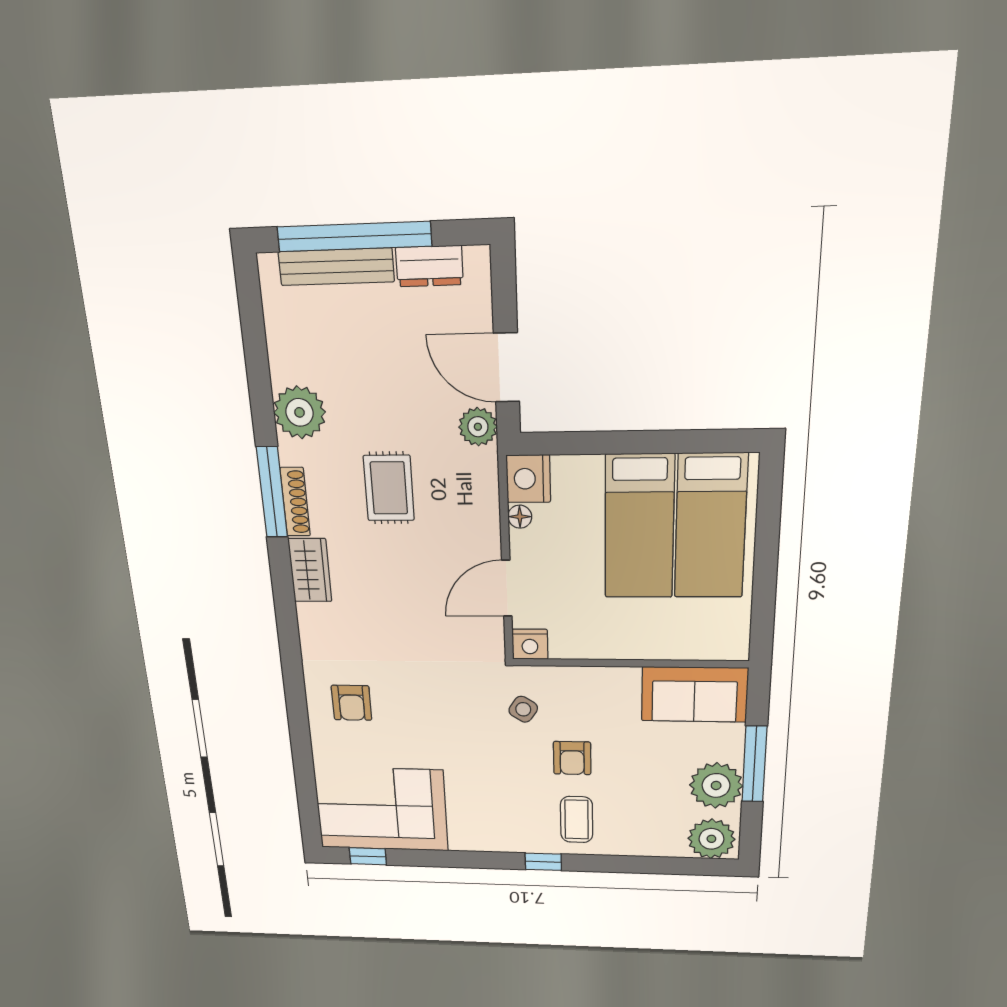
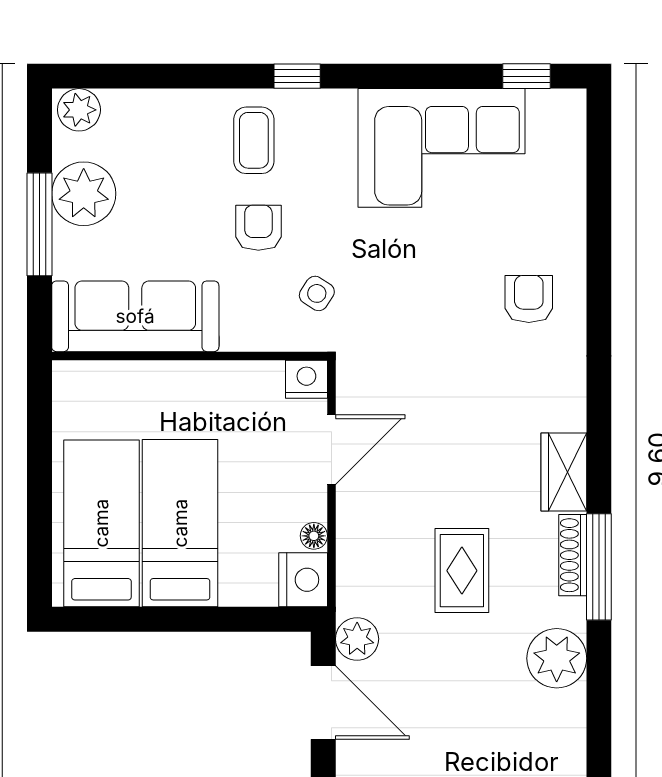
sofa: (695, 694) -> (135, 316), width x1.36
corner sofa: (381, 809) -> (442, 148), moved
plant: (711, 839) -> (79, 110), width x0.73, depth x0.73

